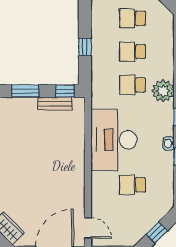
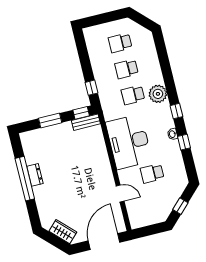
window: (85, 47) -> (92, 88), moved
bench: (55, 104) -> (86, 122), moved
door: (88, 228) -> (120, 193), moved

